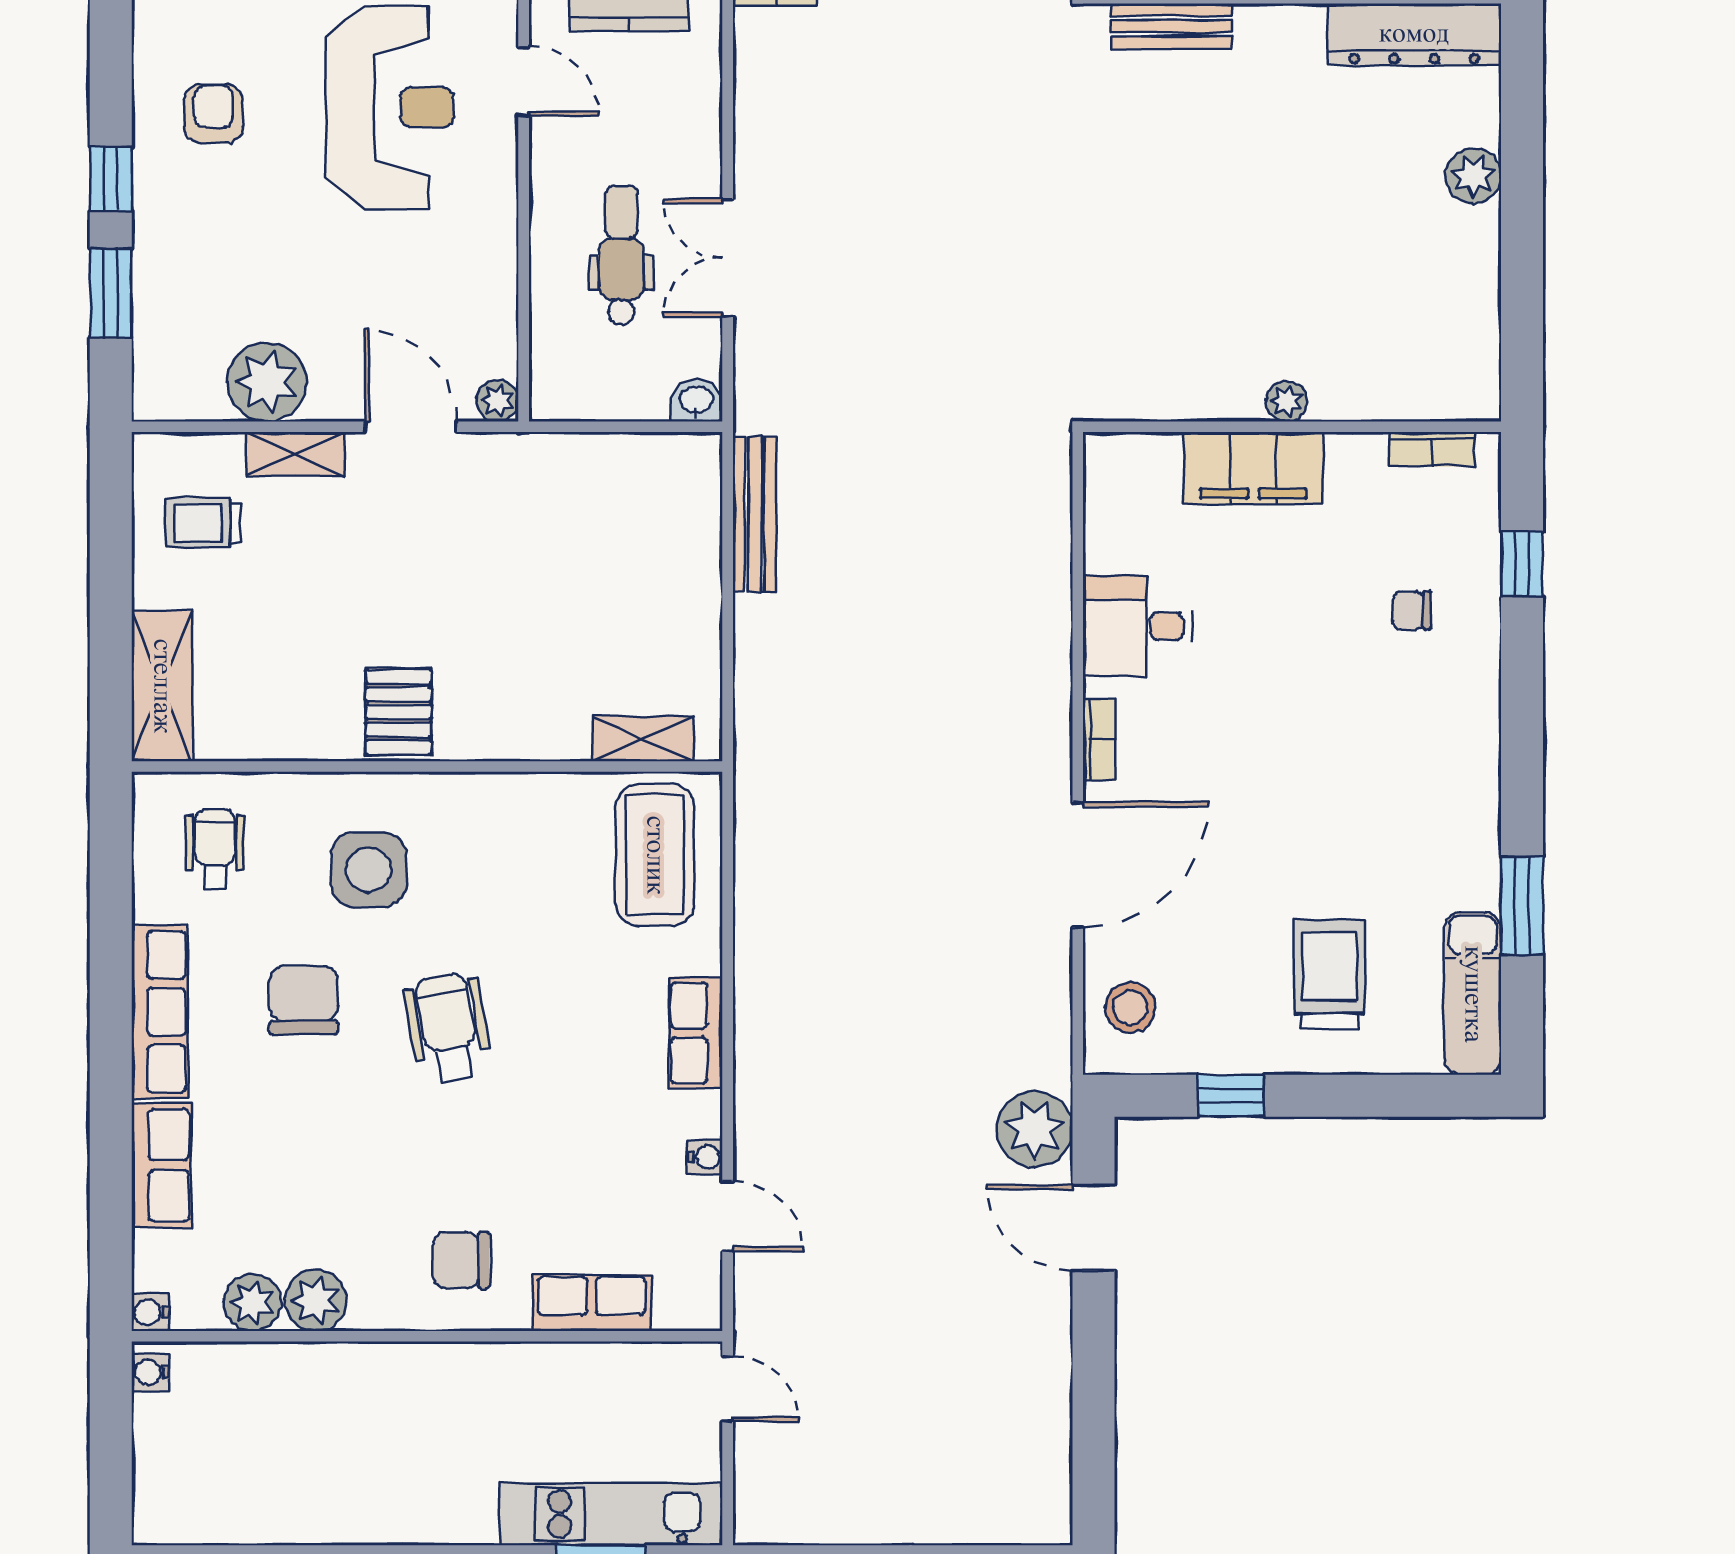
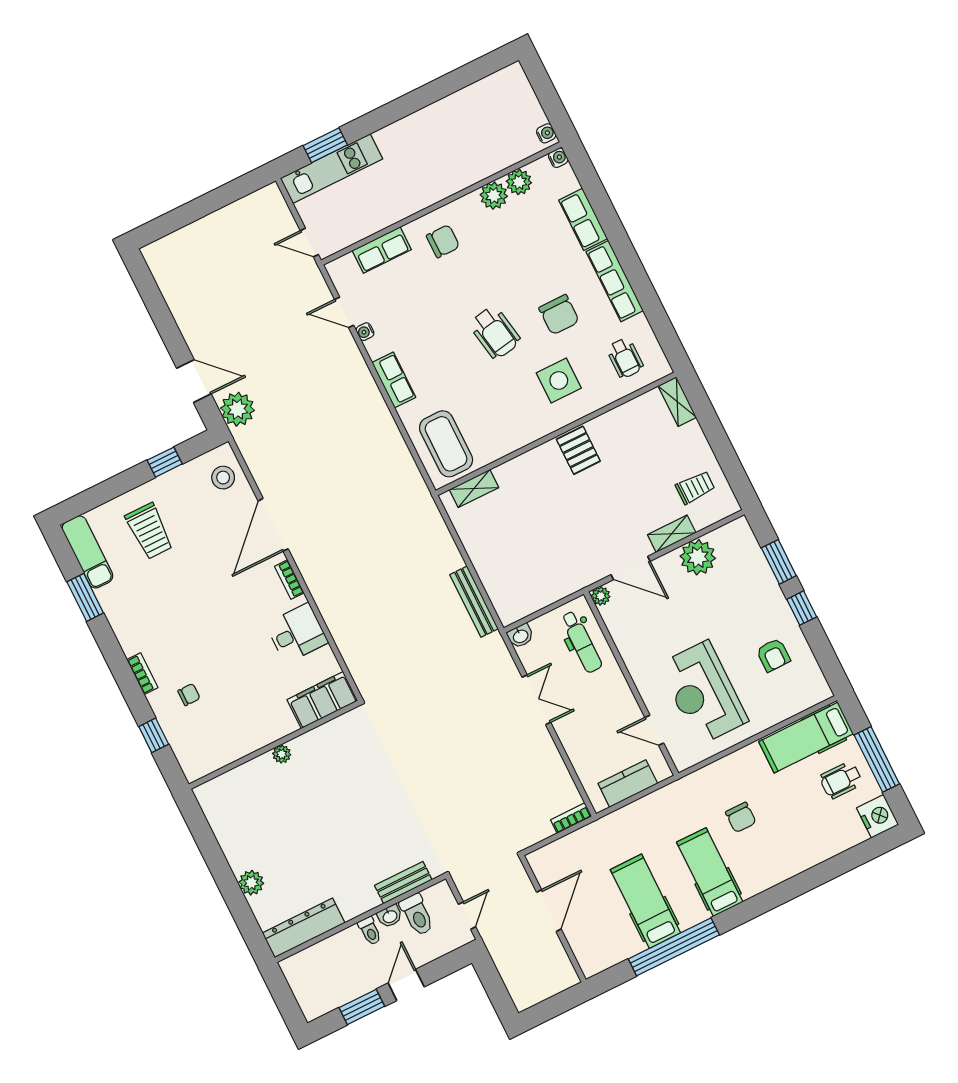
dental chair: (621, 255) -> (581, 642), moved
bookcase: (1432, 449) -> (142, 674), moved, turned 90
filing cabinet: (1253, 468) -> (322, 700), moved
shelving: (162, 686) -> (677, 402), width x0.67, depth x0.75

